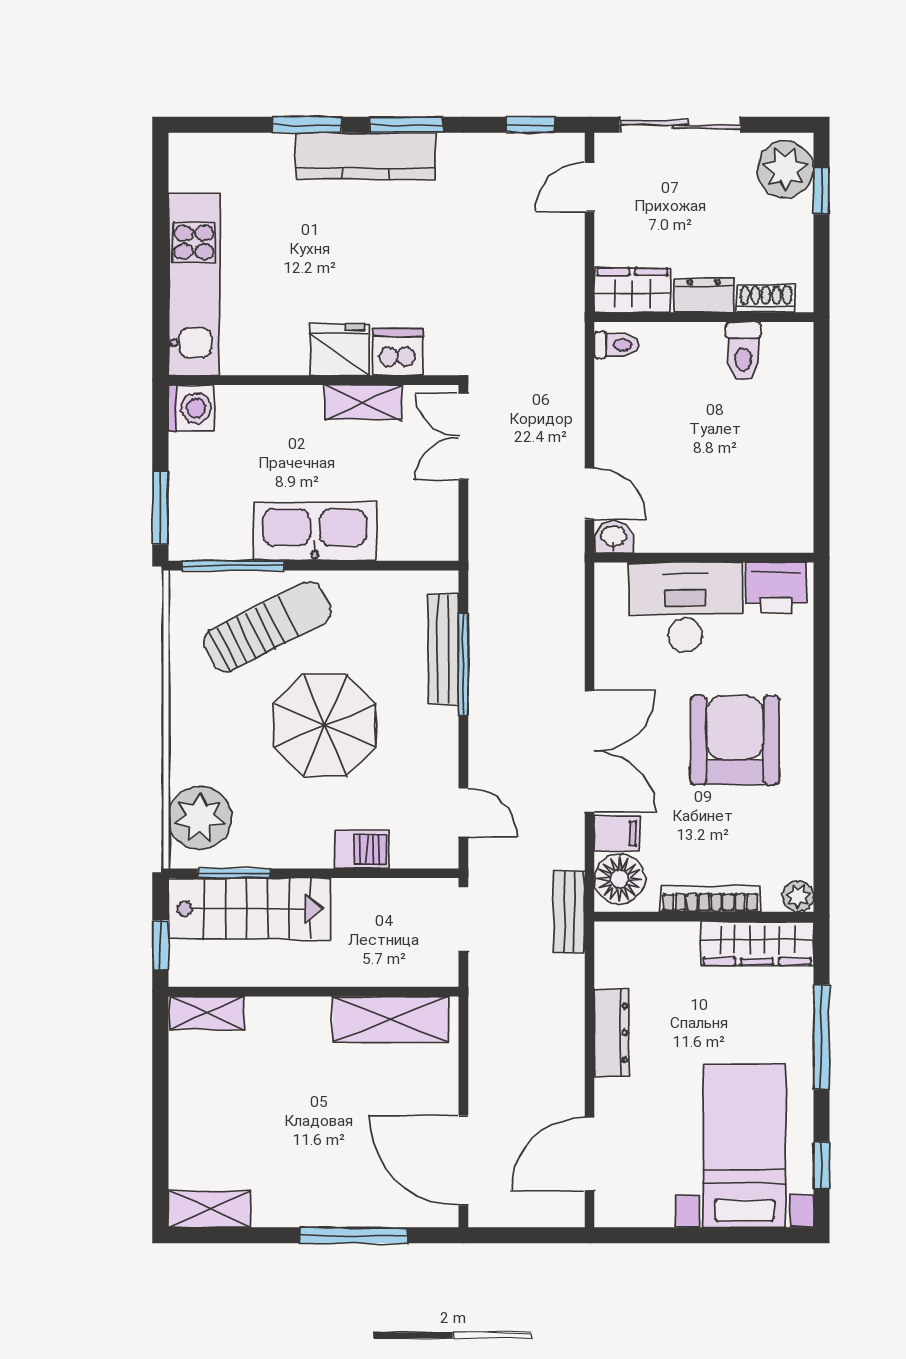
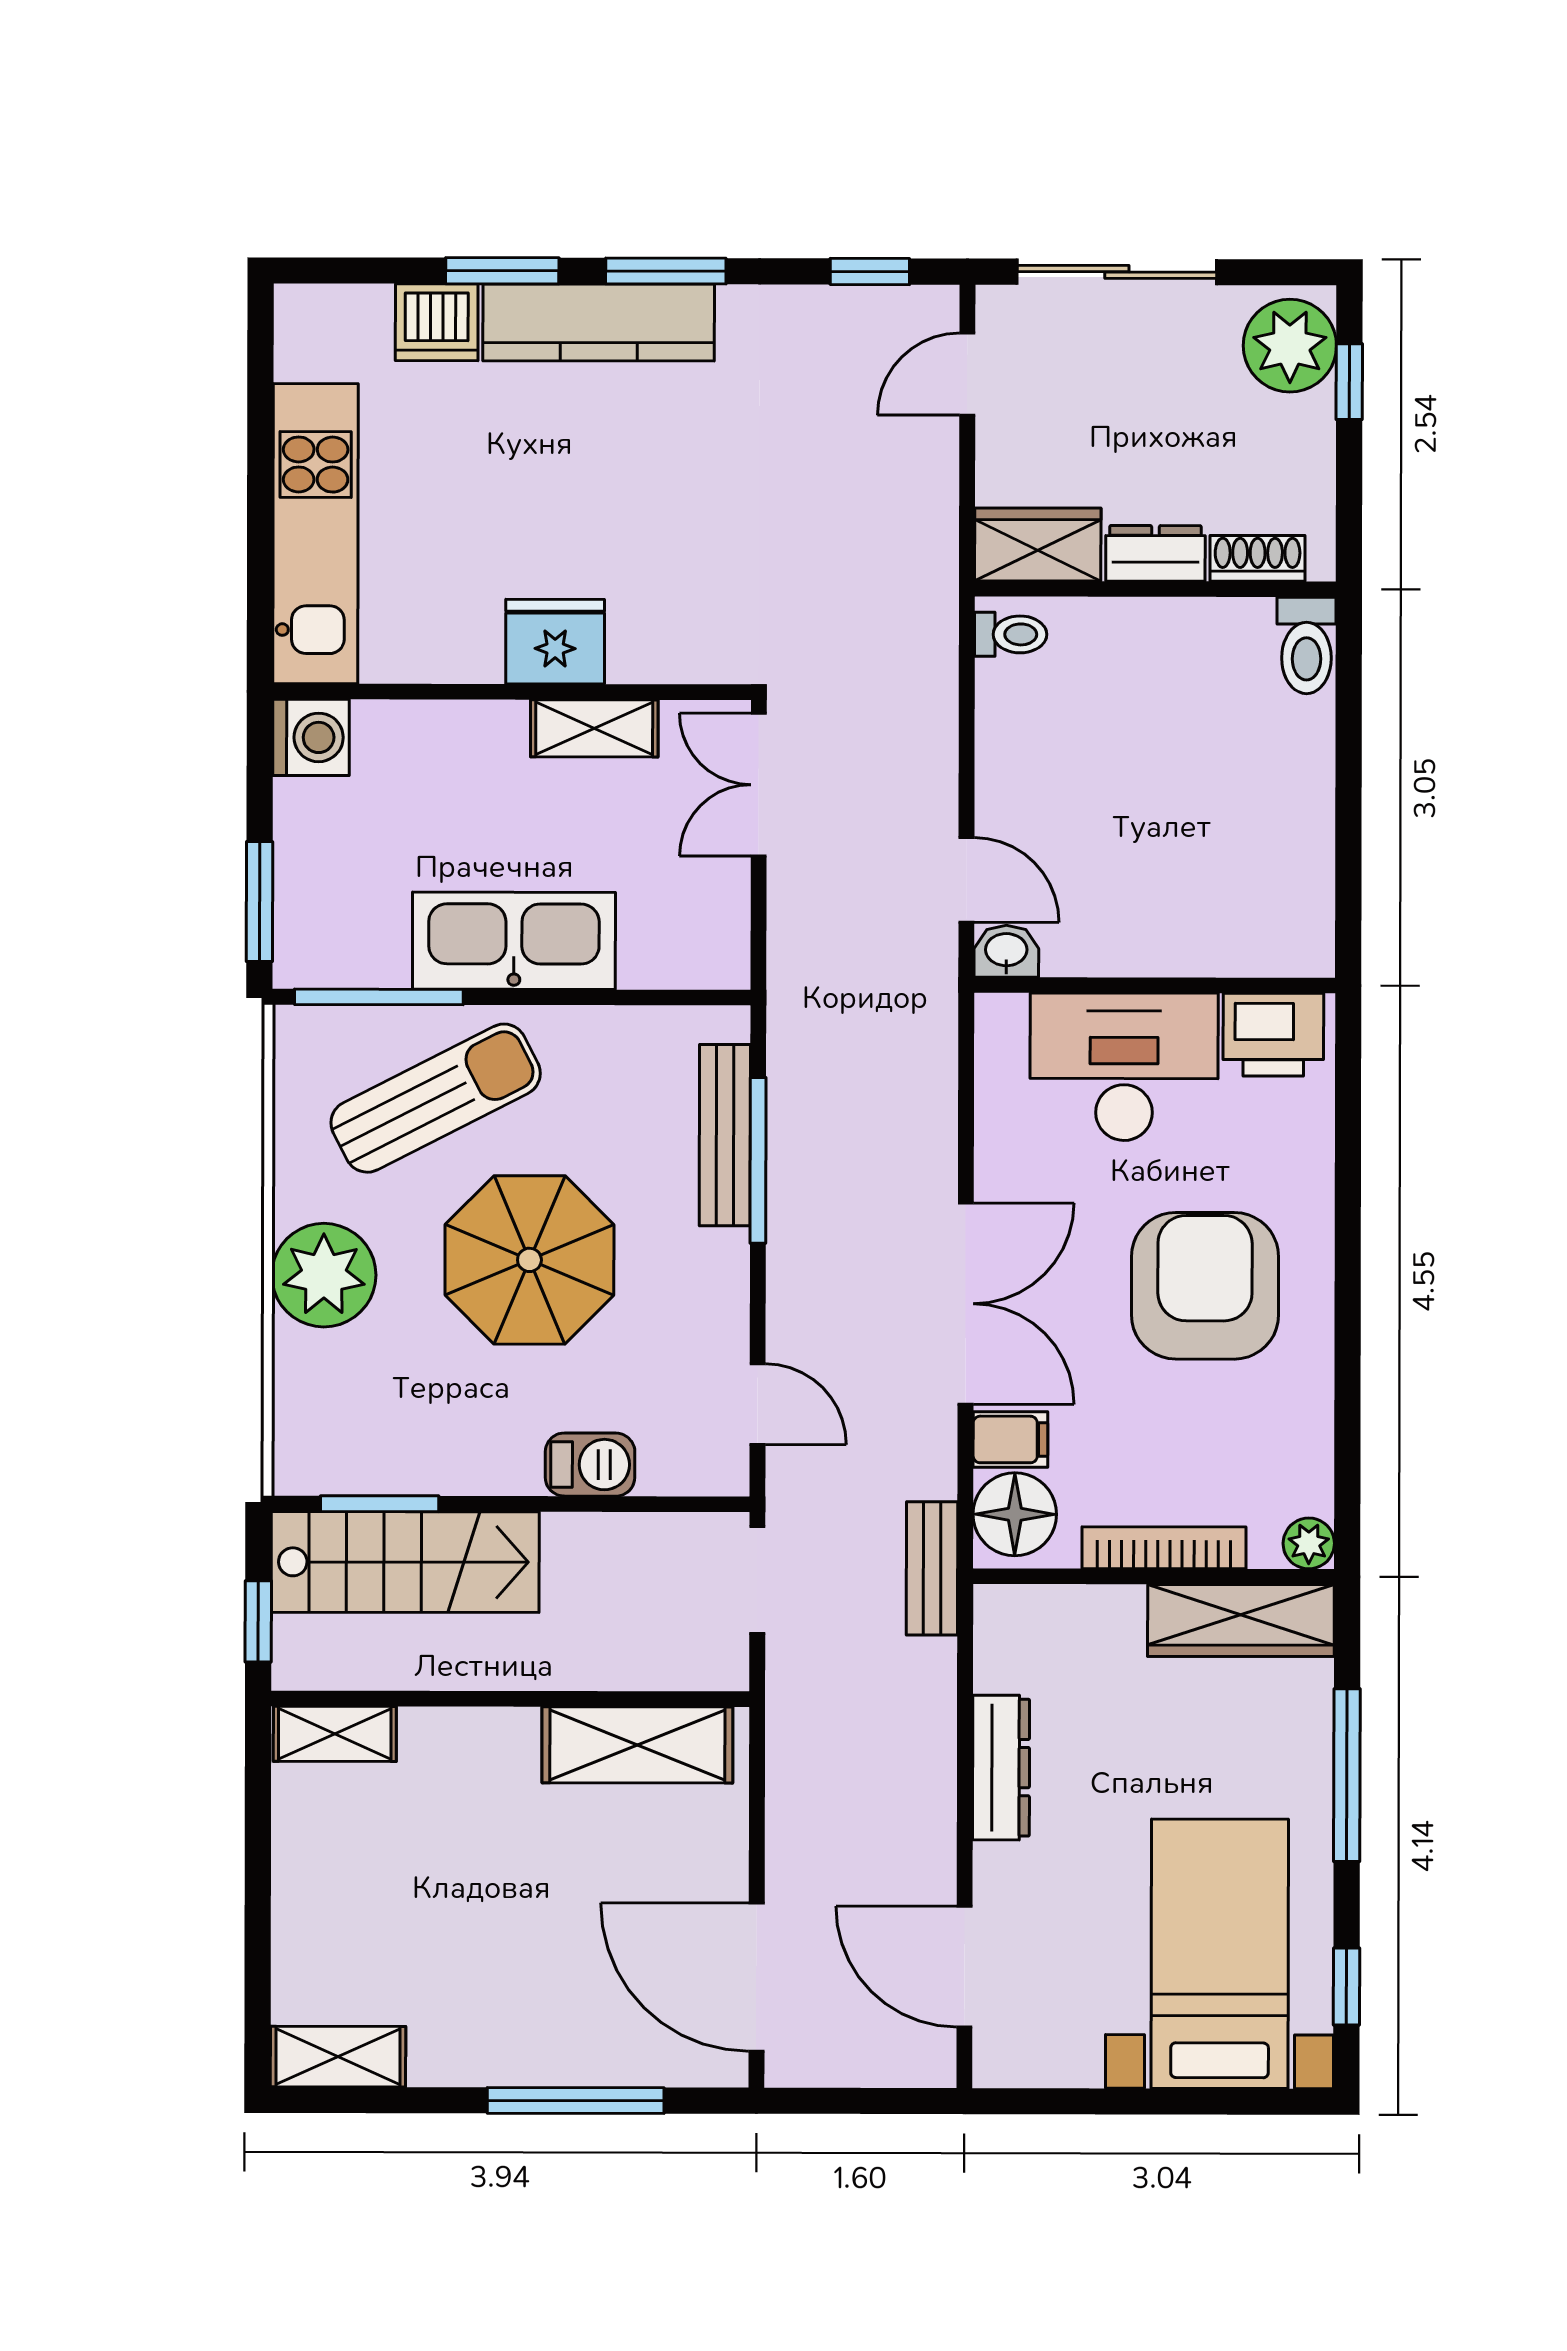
toilet: (743, 351) -> (1306, 645), moved
dishwasher: (398, 352) -> (437, 322), moved, turned 180
plant: (200, 818) -> (324, 1275), moved
door: (590, 1154) -> (965, 1967), hinge flipped

